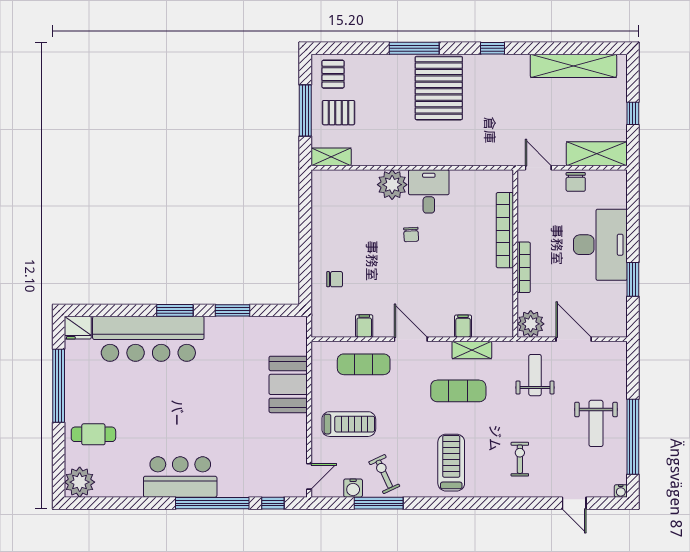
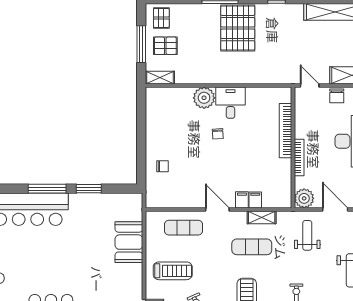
window: (175, 310) -> (47, 189), width x1.44
filing cabinet: (364, 326) -> (242, 200), moved

